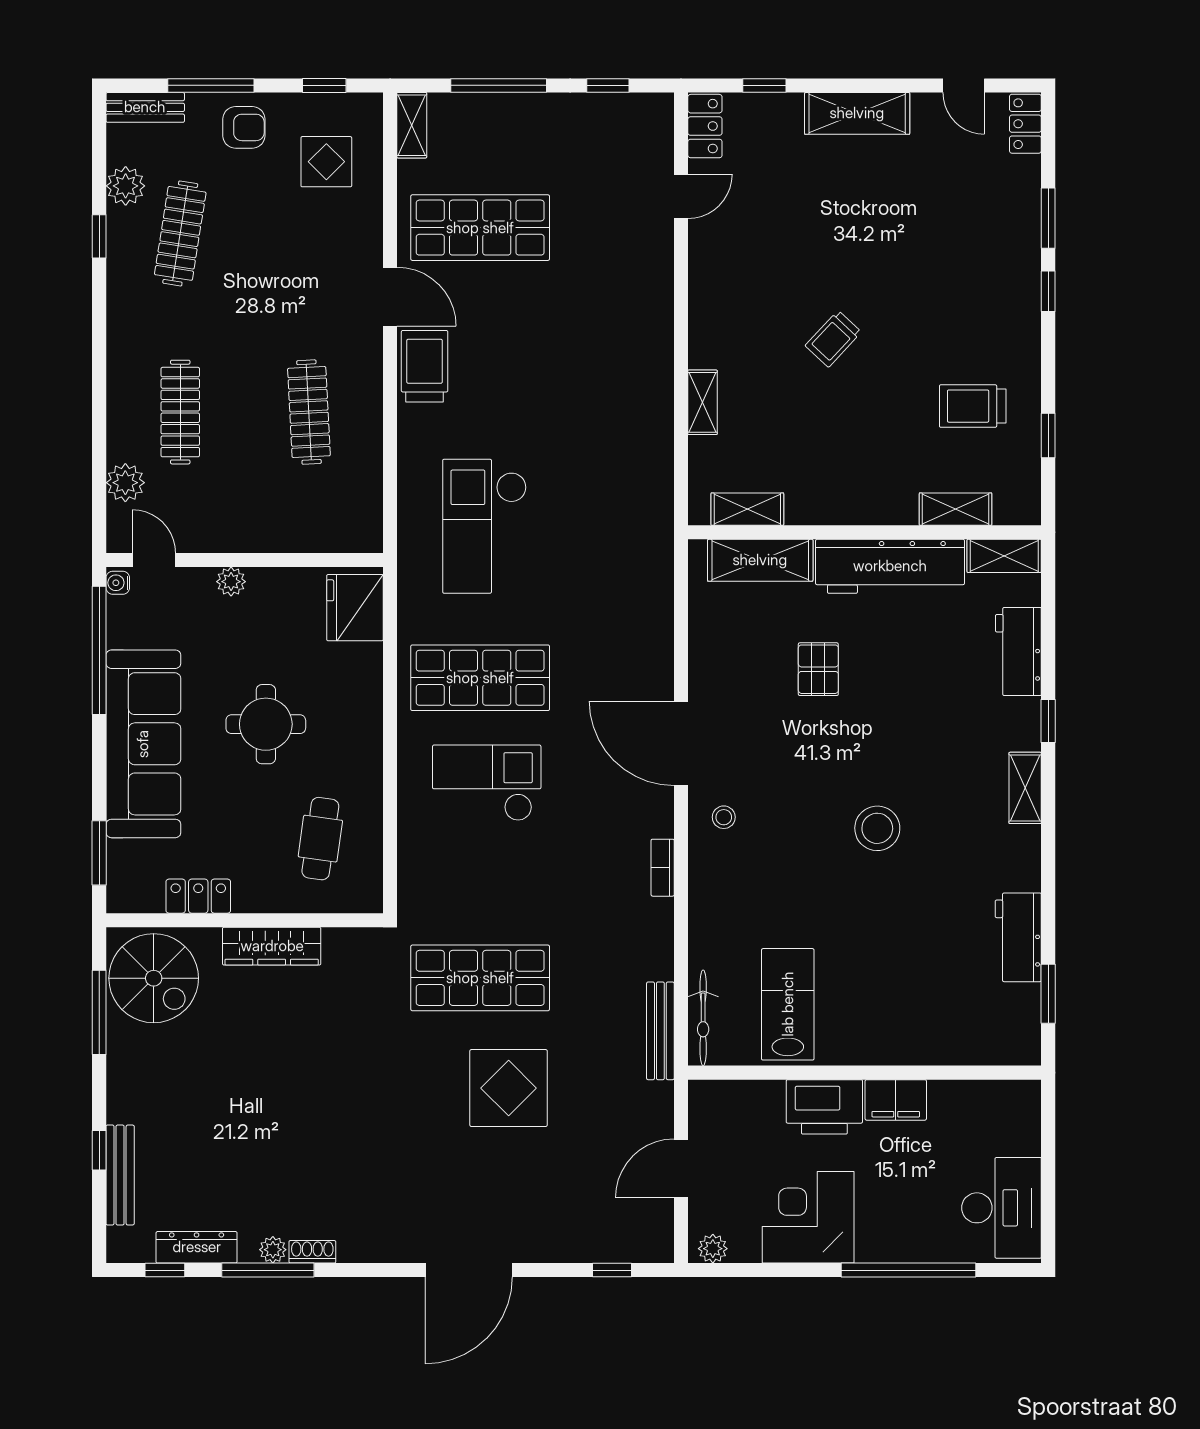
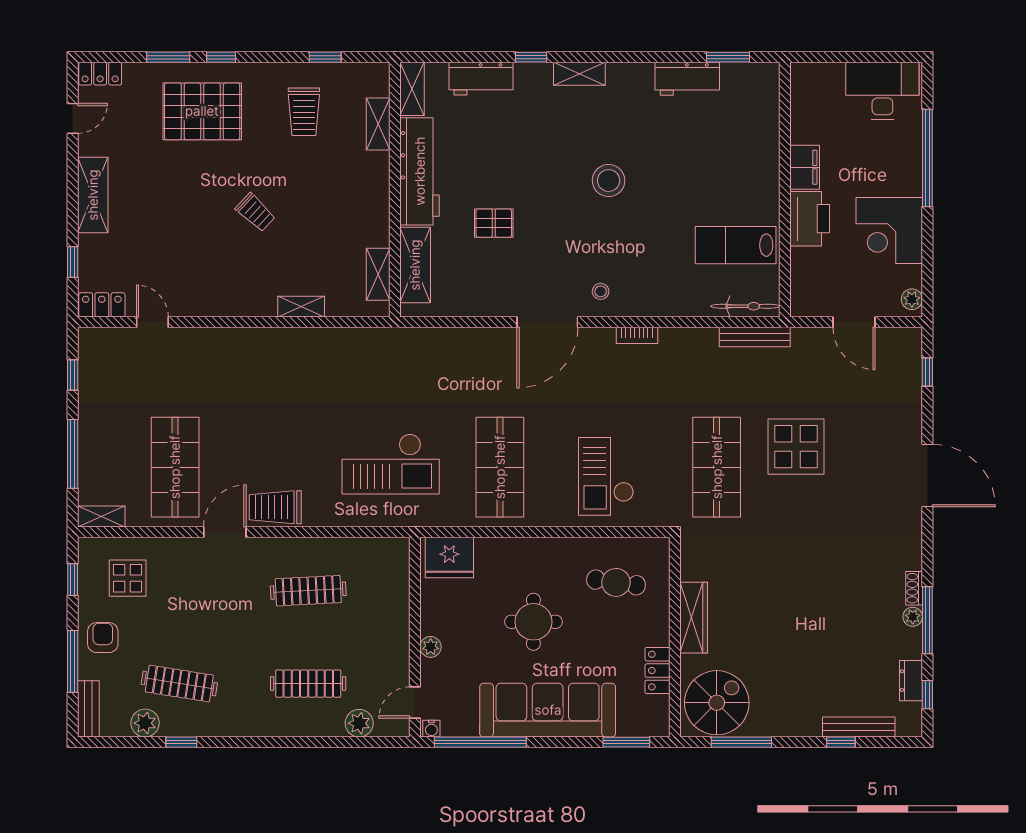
pallet: (973, 265) -> (202, 111), added
checkout: (487, 783) -> (606, 476), moved
dresser: (197, 1247) -> (911, 681), width x0.70

